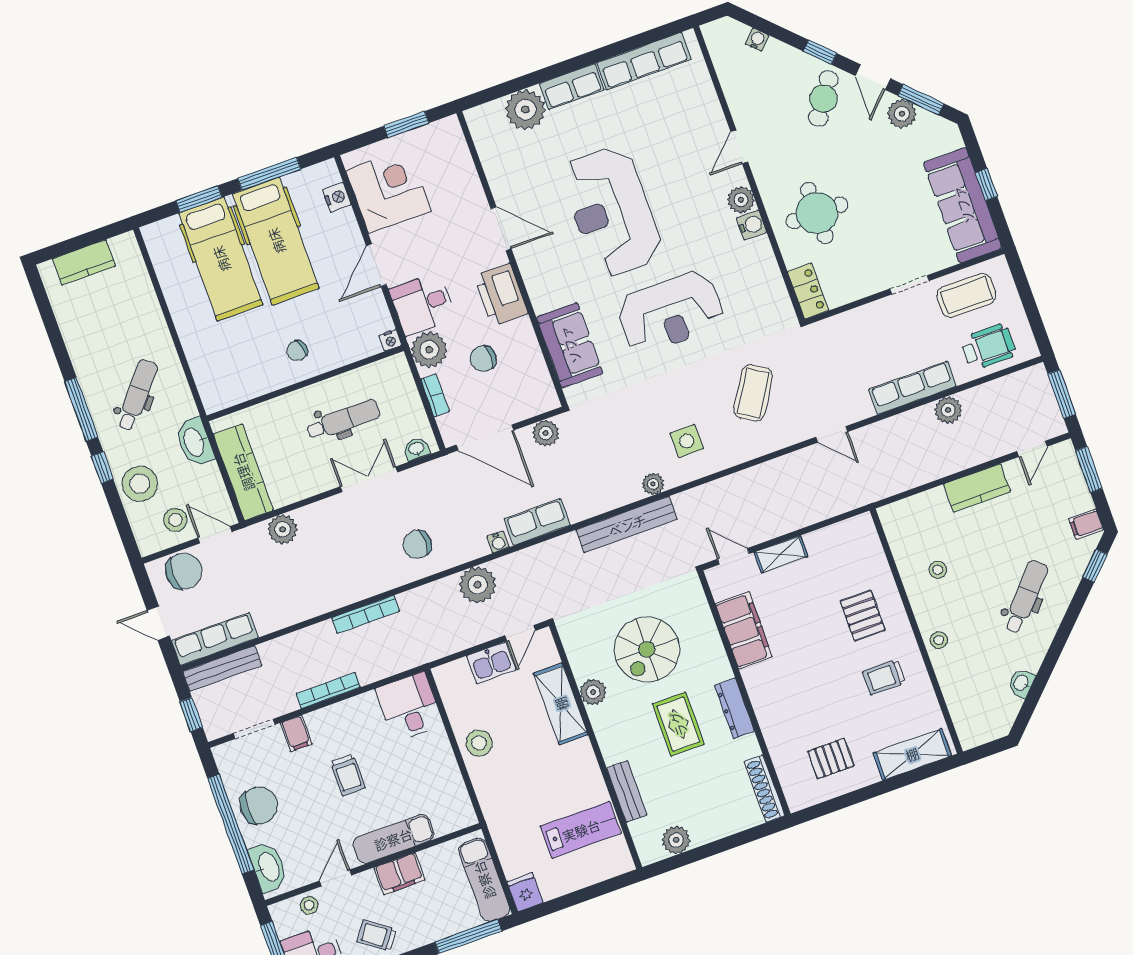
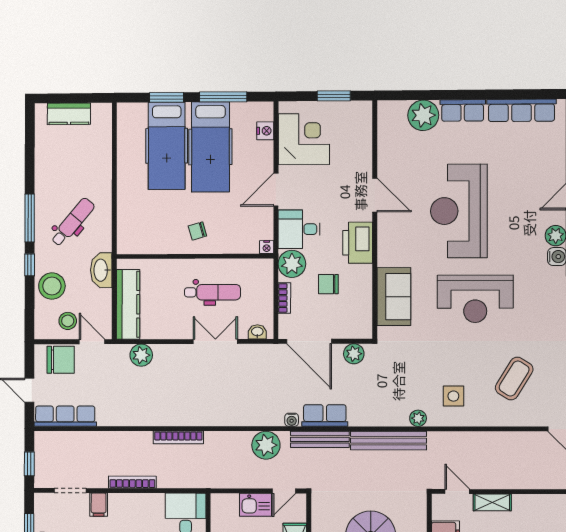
chair: (417, 545) -> (233, 401), removed
bench: (222, 669) -> (320, 439), moved

